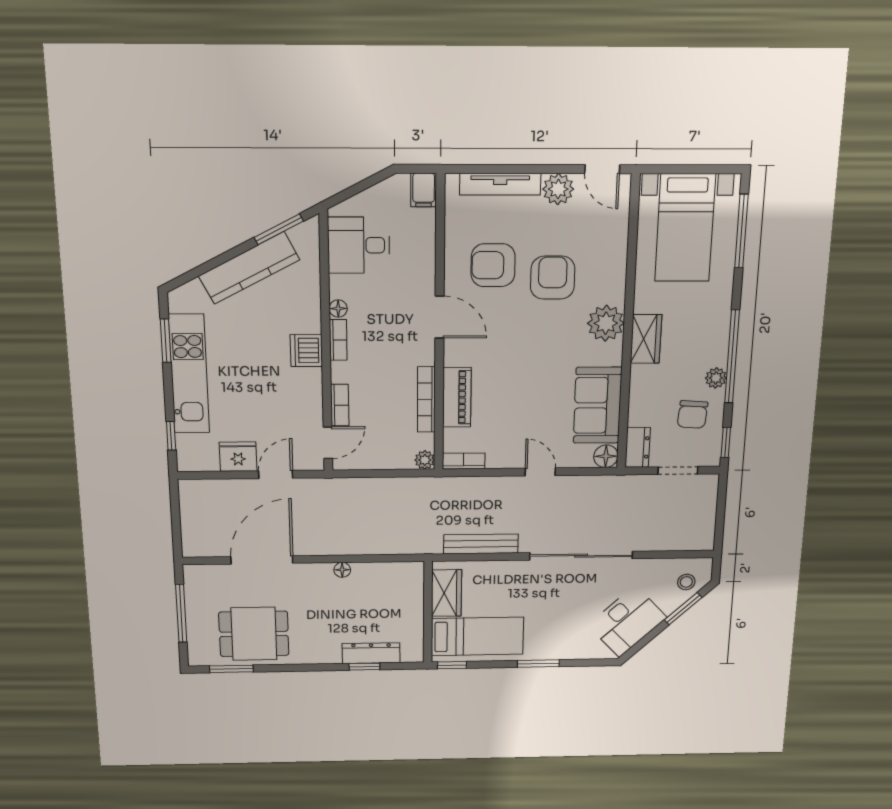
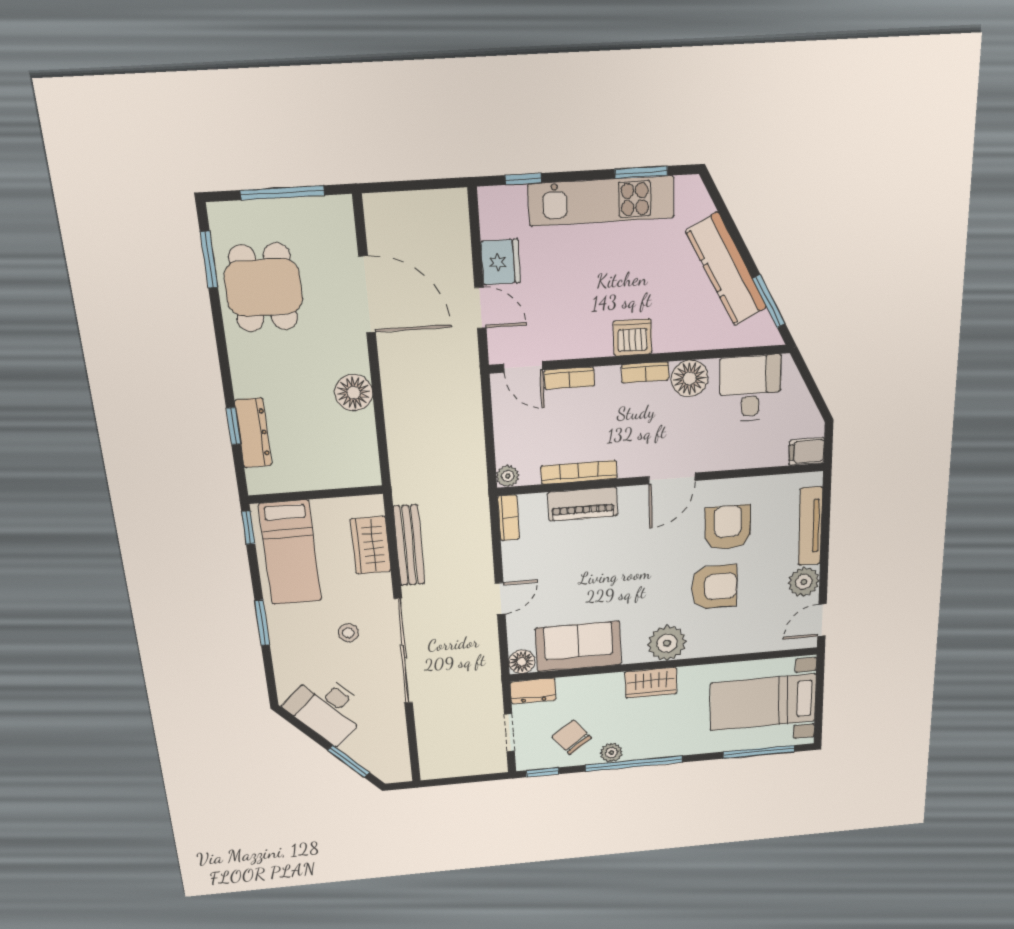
floor lamp: (338, 309) -> (690, 378), width x1.89, depth x1.89
chair: (692, 414) -> (572, 737), turned 49
floor lamp: (342, 570) -> (354, 393), width x1.89, depth x1.89
stool: (686, 582) -> (348, 633), moved
wardrobe: (446, 593) -> (371, 545), moved, turned 90

